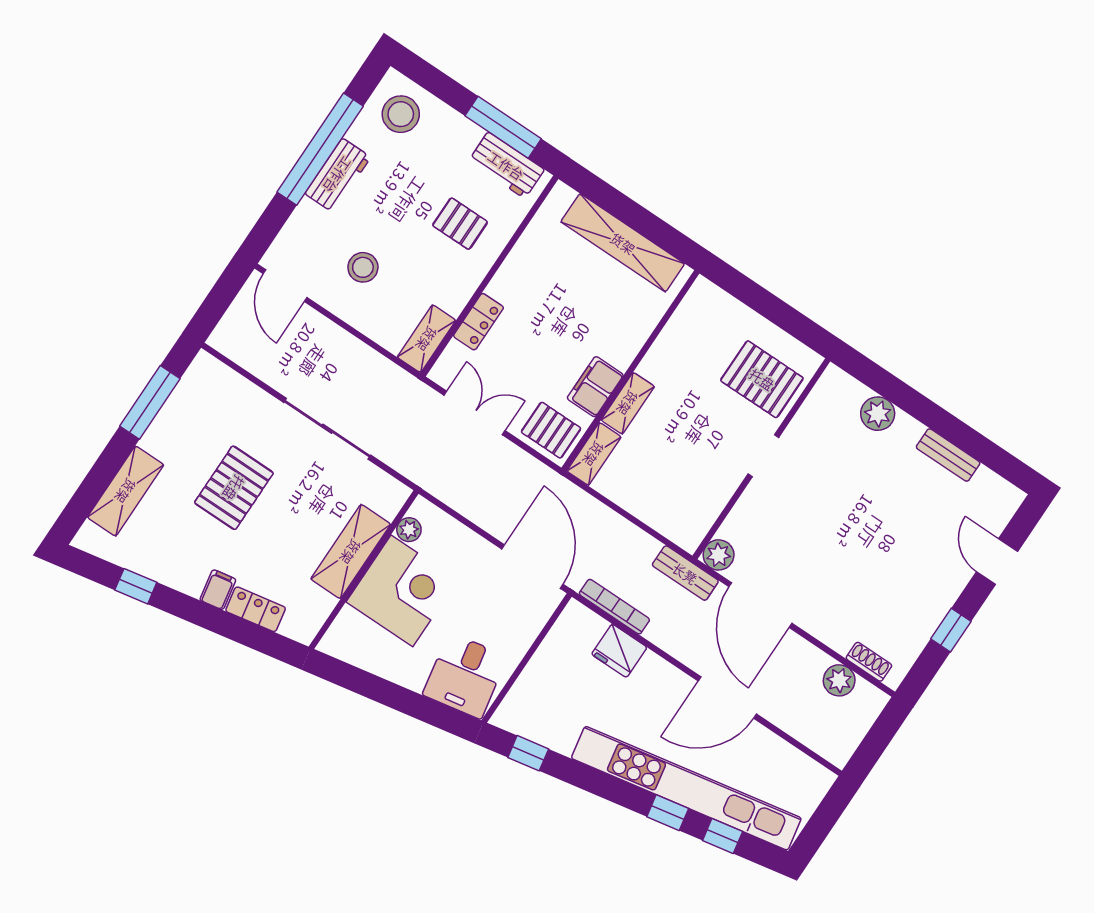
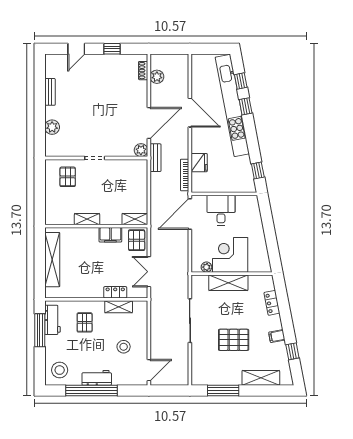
shelving: (427, 339) -> (119, 307), moved
pallet: (762, 379) -> (68, 177), width x0.67, depth x0.71
shelving: (628, 403) -> (87, 219), moved
filing cabinet: (218, 590) -> (277, 336), moved
desk: (465, 676) -> (221, 210), moved, turned -79

